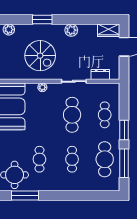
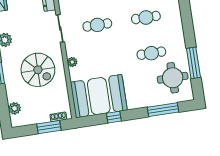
spiral stairs: (40, 56) -> (38, 70), turned 90
cafe table: (72, 115) -> (97, 25), width x0.73, depth x0.74

